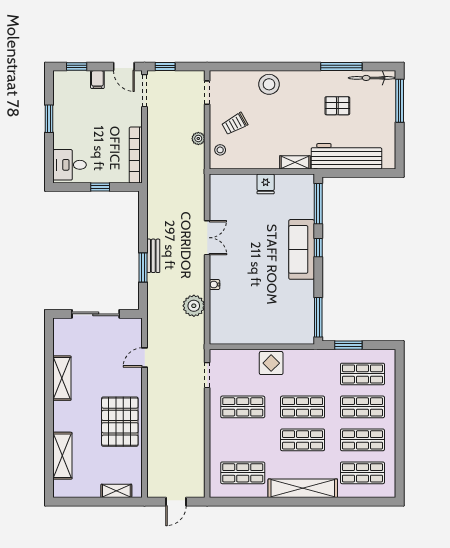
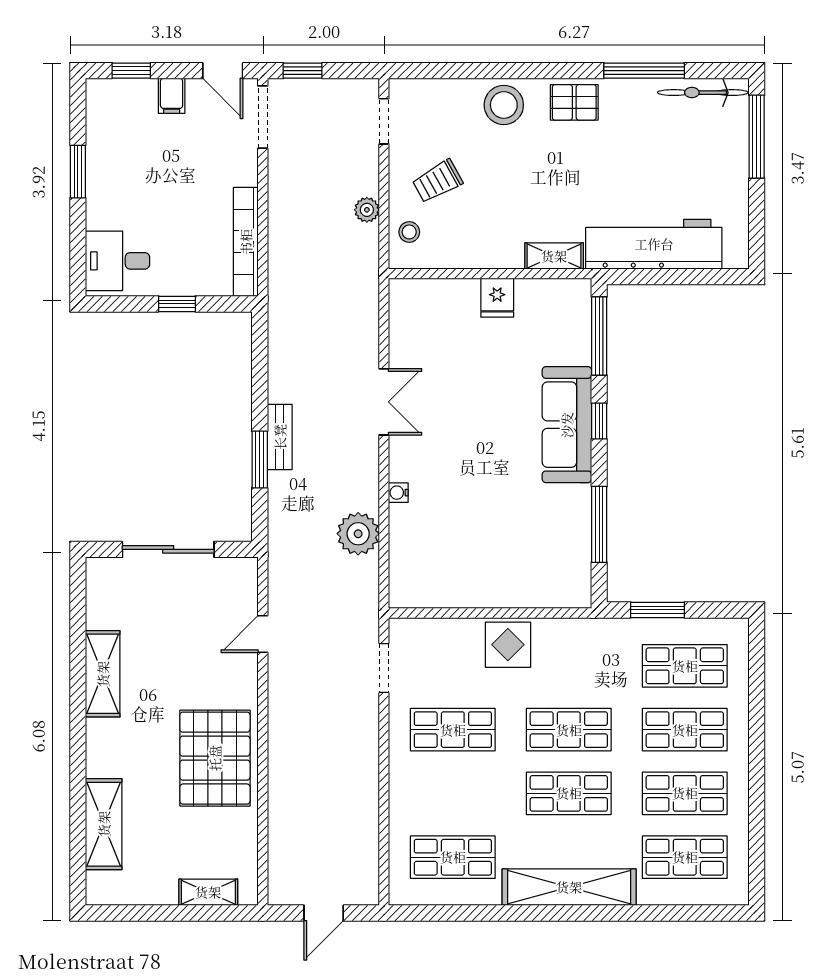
pallet: (337, 106) -> (574, 102), moved
window: (318, 317) -> (599, 524), moved

